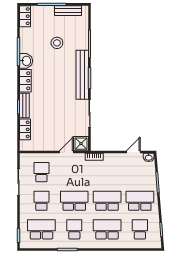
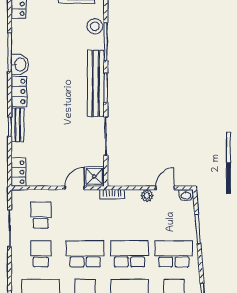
stool: (57, 43) -> (95, 26), moved
locker: (25, 129) -> (18, 172), moved
plant: (120, 158) -> (147, 196), added

